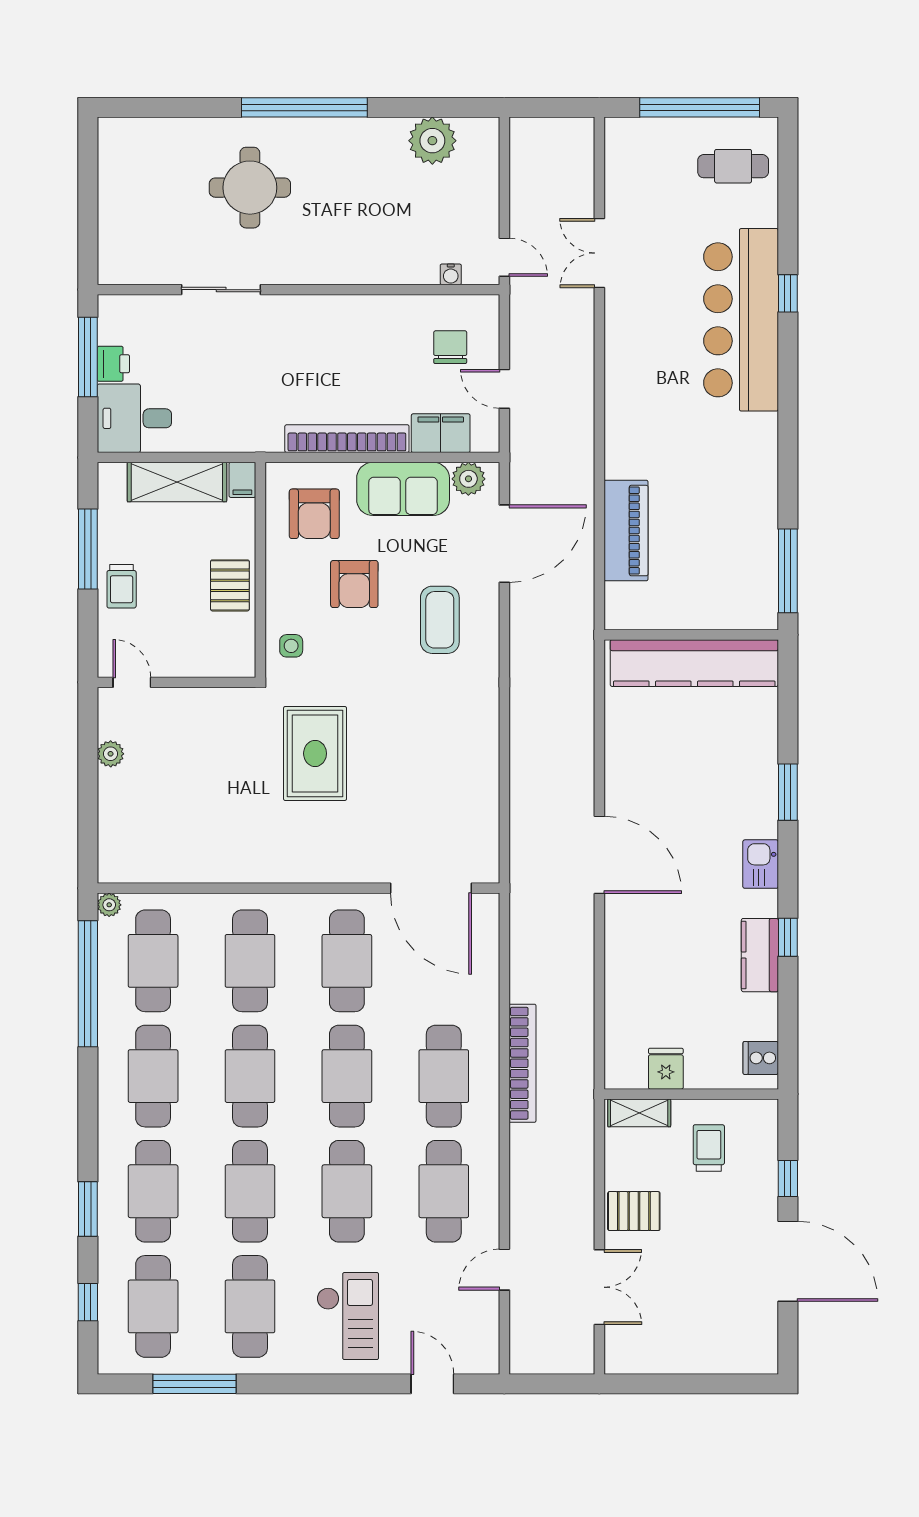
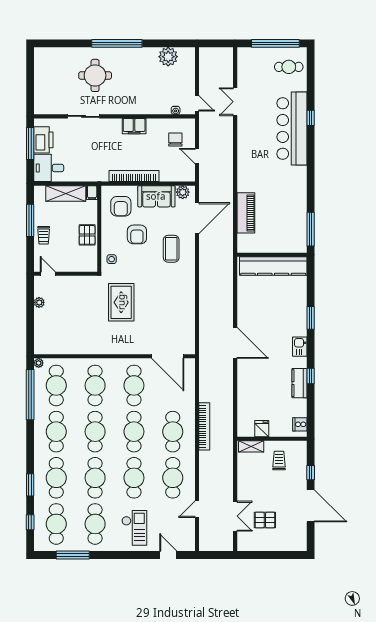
printer: (113, 364) -> (43, 140), width x1.87, depth x1.48
filing cabinet: (441, 433) -> (134, 126), moved, turned 180
pallet: (634, 1211) -> (265, 520), moved

